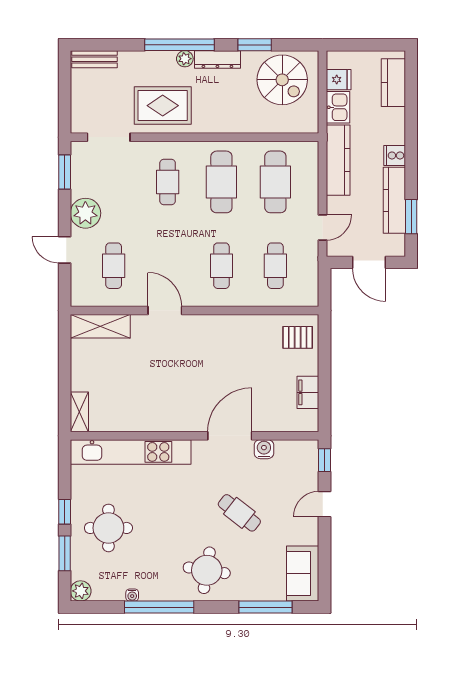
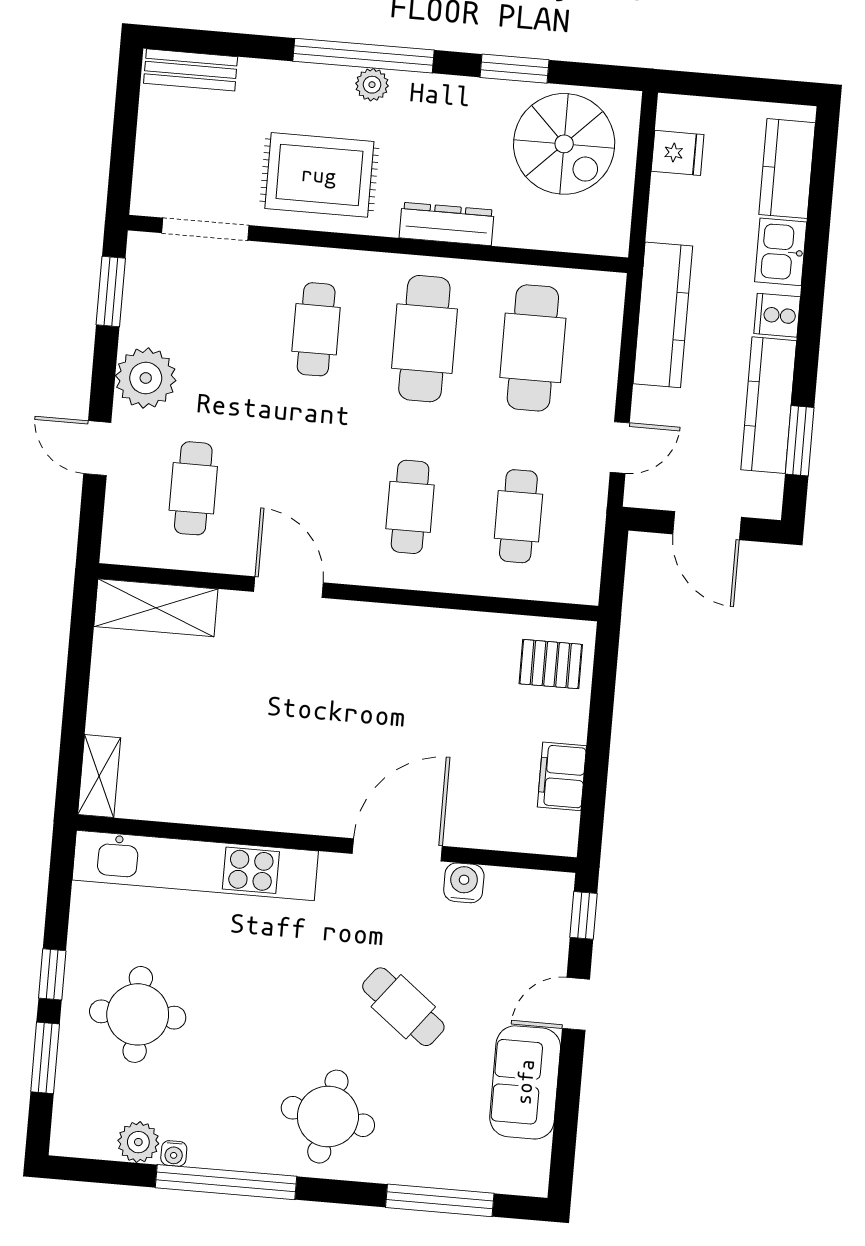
dresser: (217, 59) -> (447, 224), moved, turned 180
kitchen sink: (338, 107) -> (781, 252), moved, turned 180
sofa: (303, 574) -> (525, 1082), moved
plant: (81, 591) -> (138, 1142), moved

